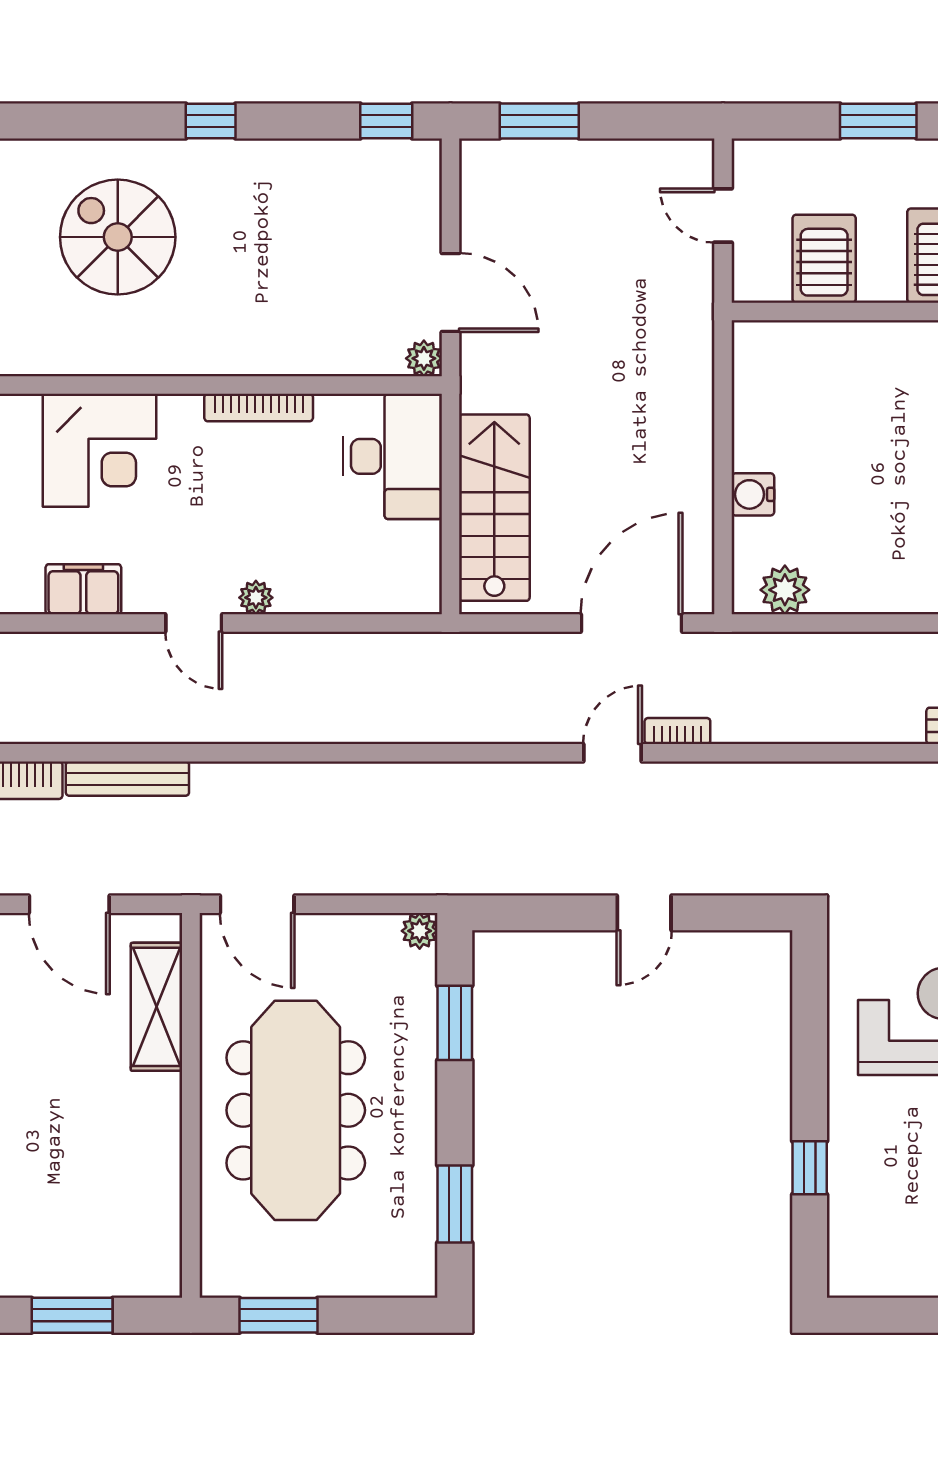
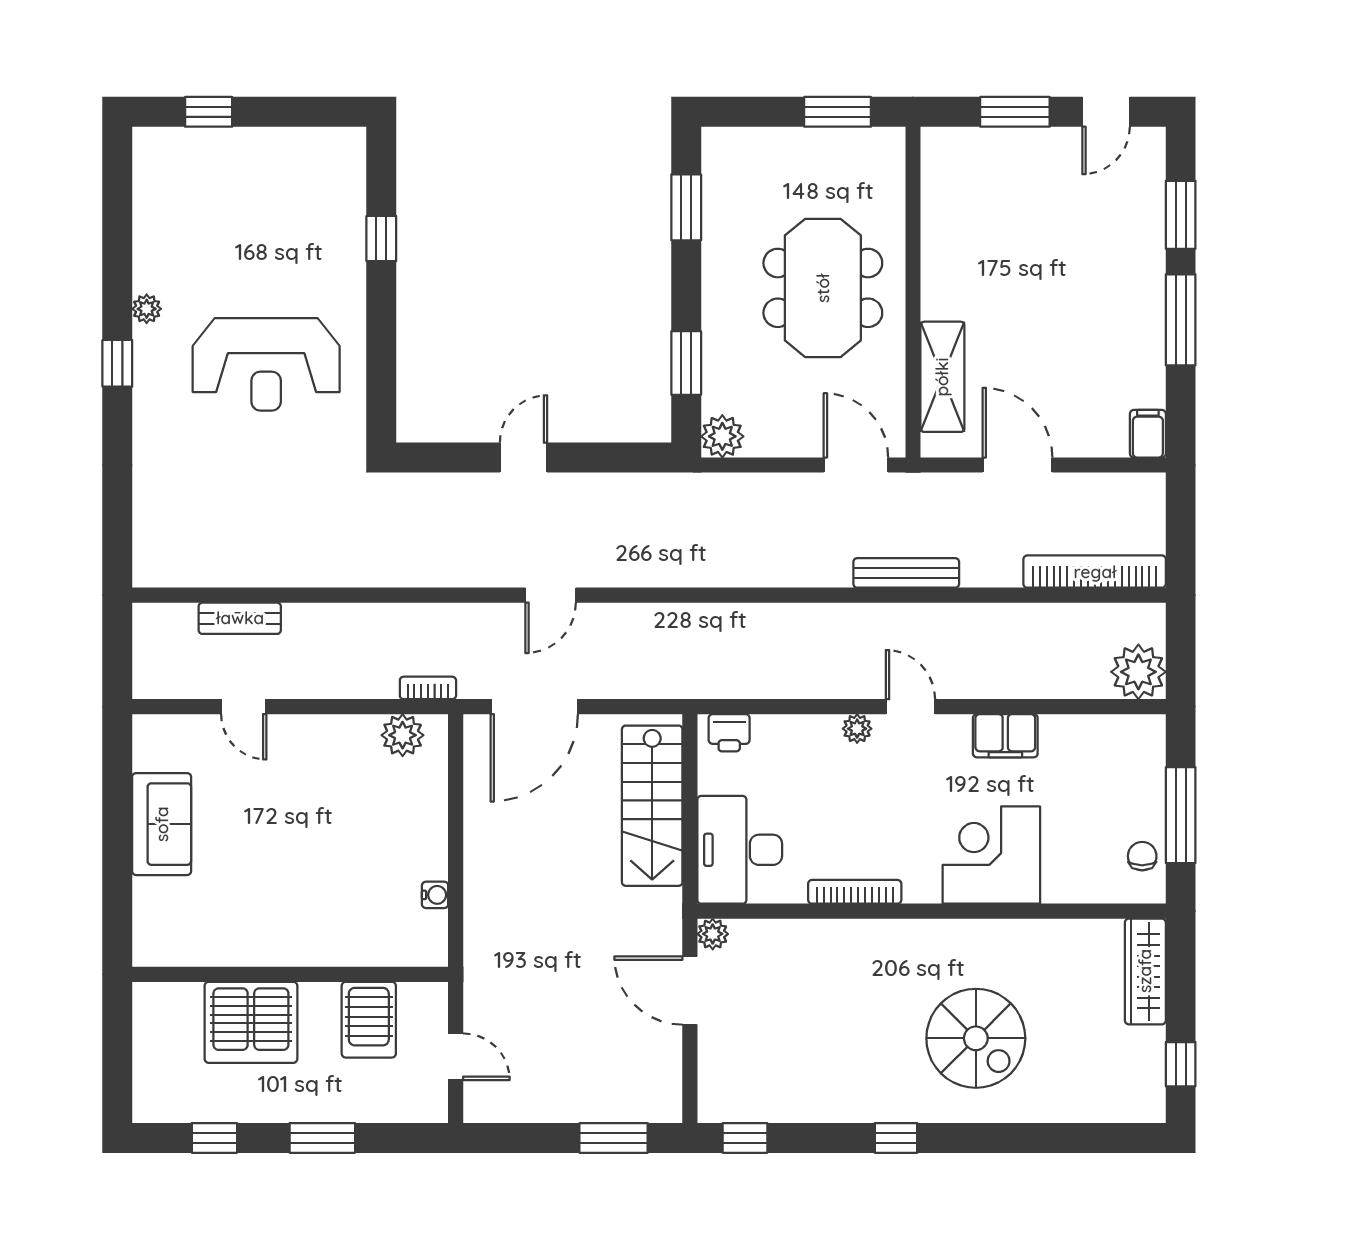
water cooler: (753, 494) -> (435, 895), moved, width x0.72, depth x0.72
printer: (405, 593) -> (729, 733), added
bookcase: (677, 731) -> (428, 688), moved, turned 180
bench: (127, 779) -> (906, 573), moved
plant: (420, 931) -> (722, 436), width x1.38, depth x1.38
meeting table: (296, 1110) -> (823, 288), width x0.73

